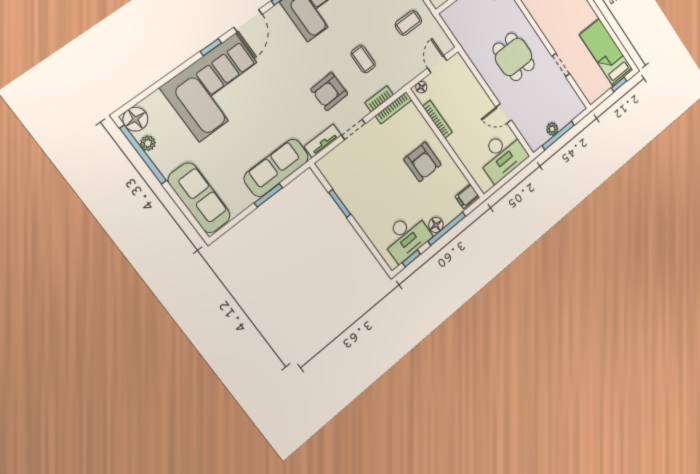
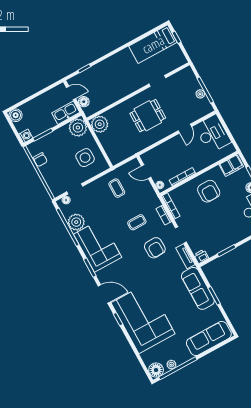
armchair: (422, 162) -> (209, 191), turned 90
printer: (326, 166) -> (201, 257), added
filing cabinet: (467, 196) -> (231, 166), width x2.00

